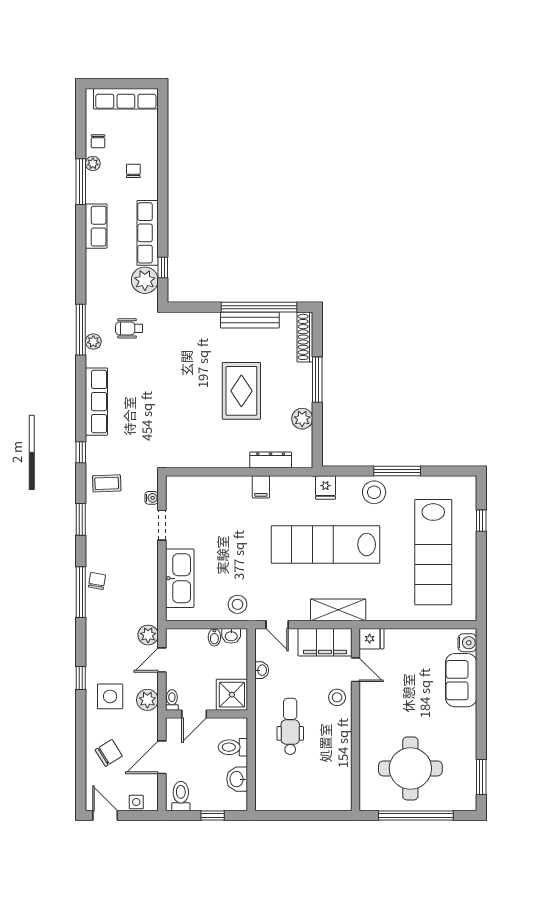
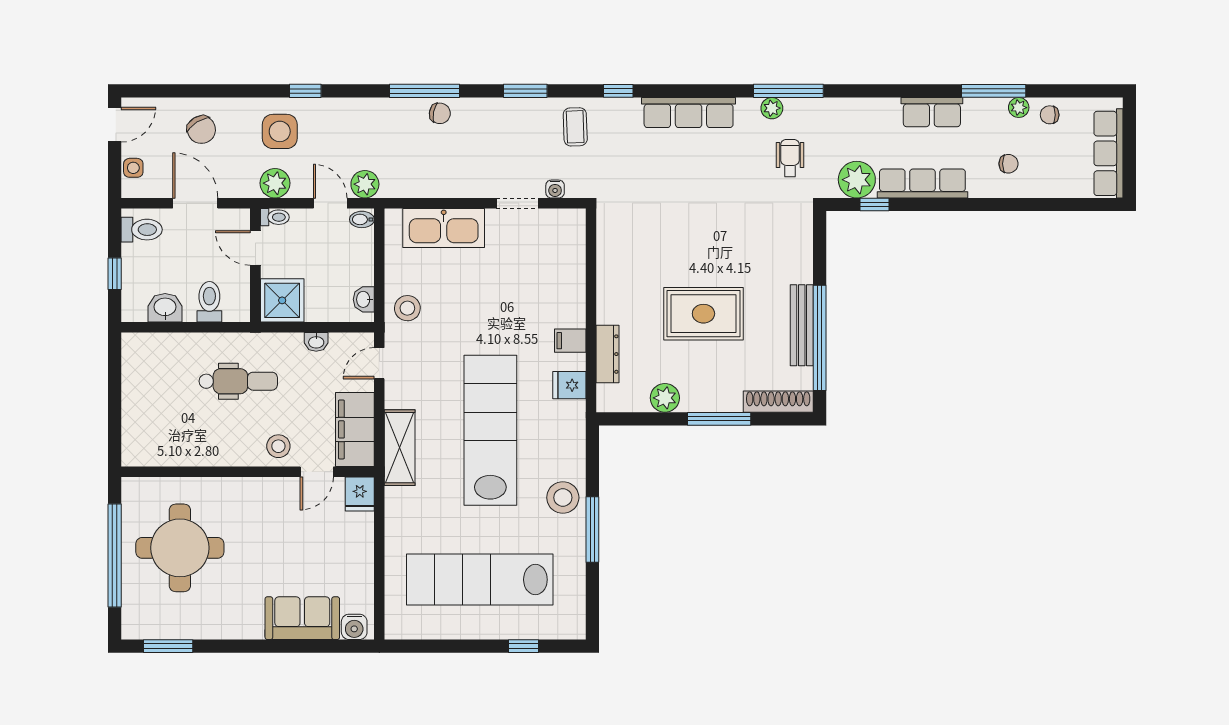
fridge: (325, 488) -> (569, 385), moved
bidet: (214, 637) -> (362, 219), moved

